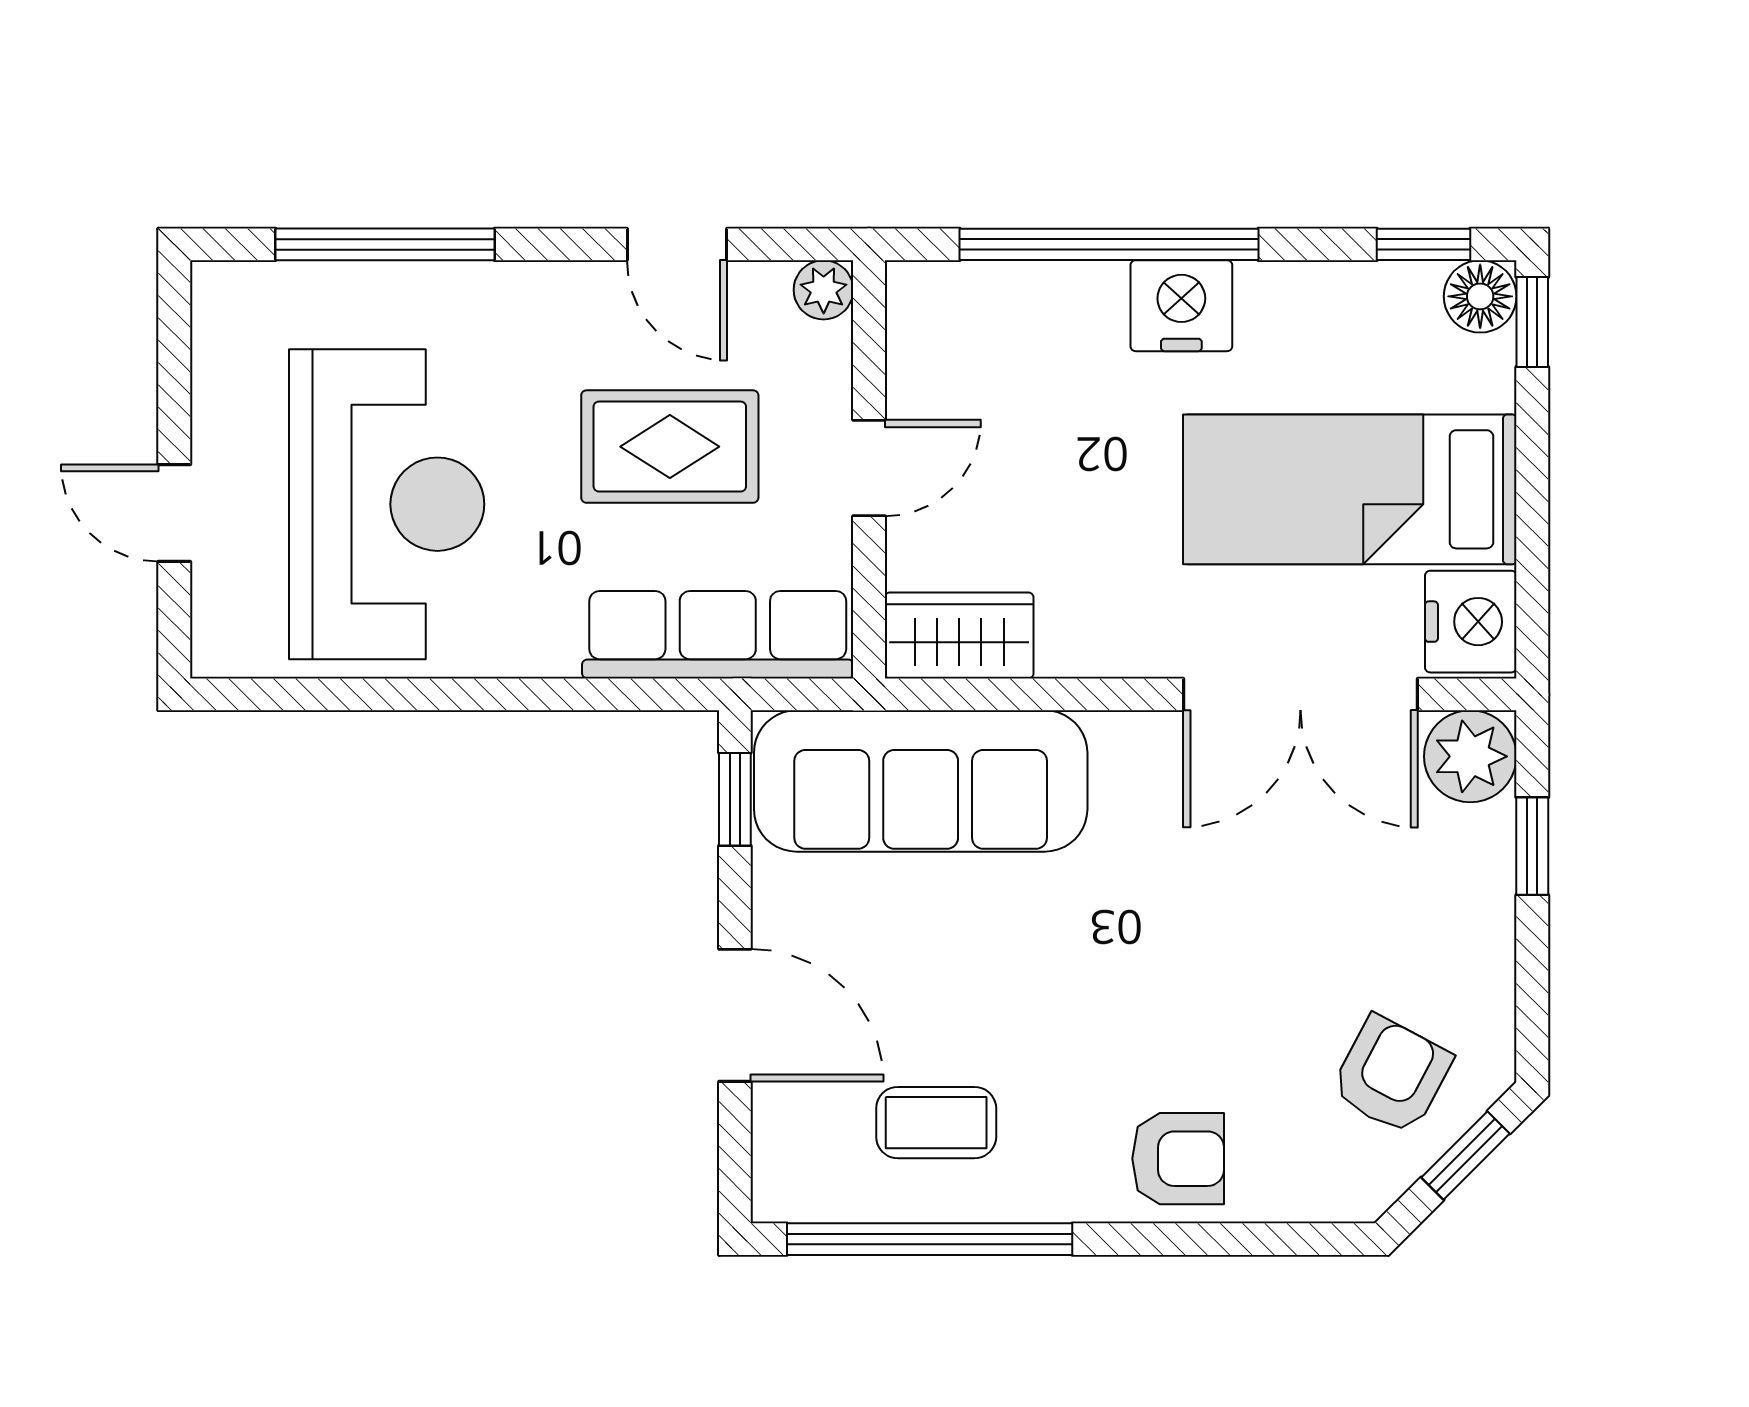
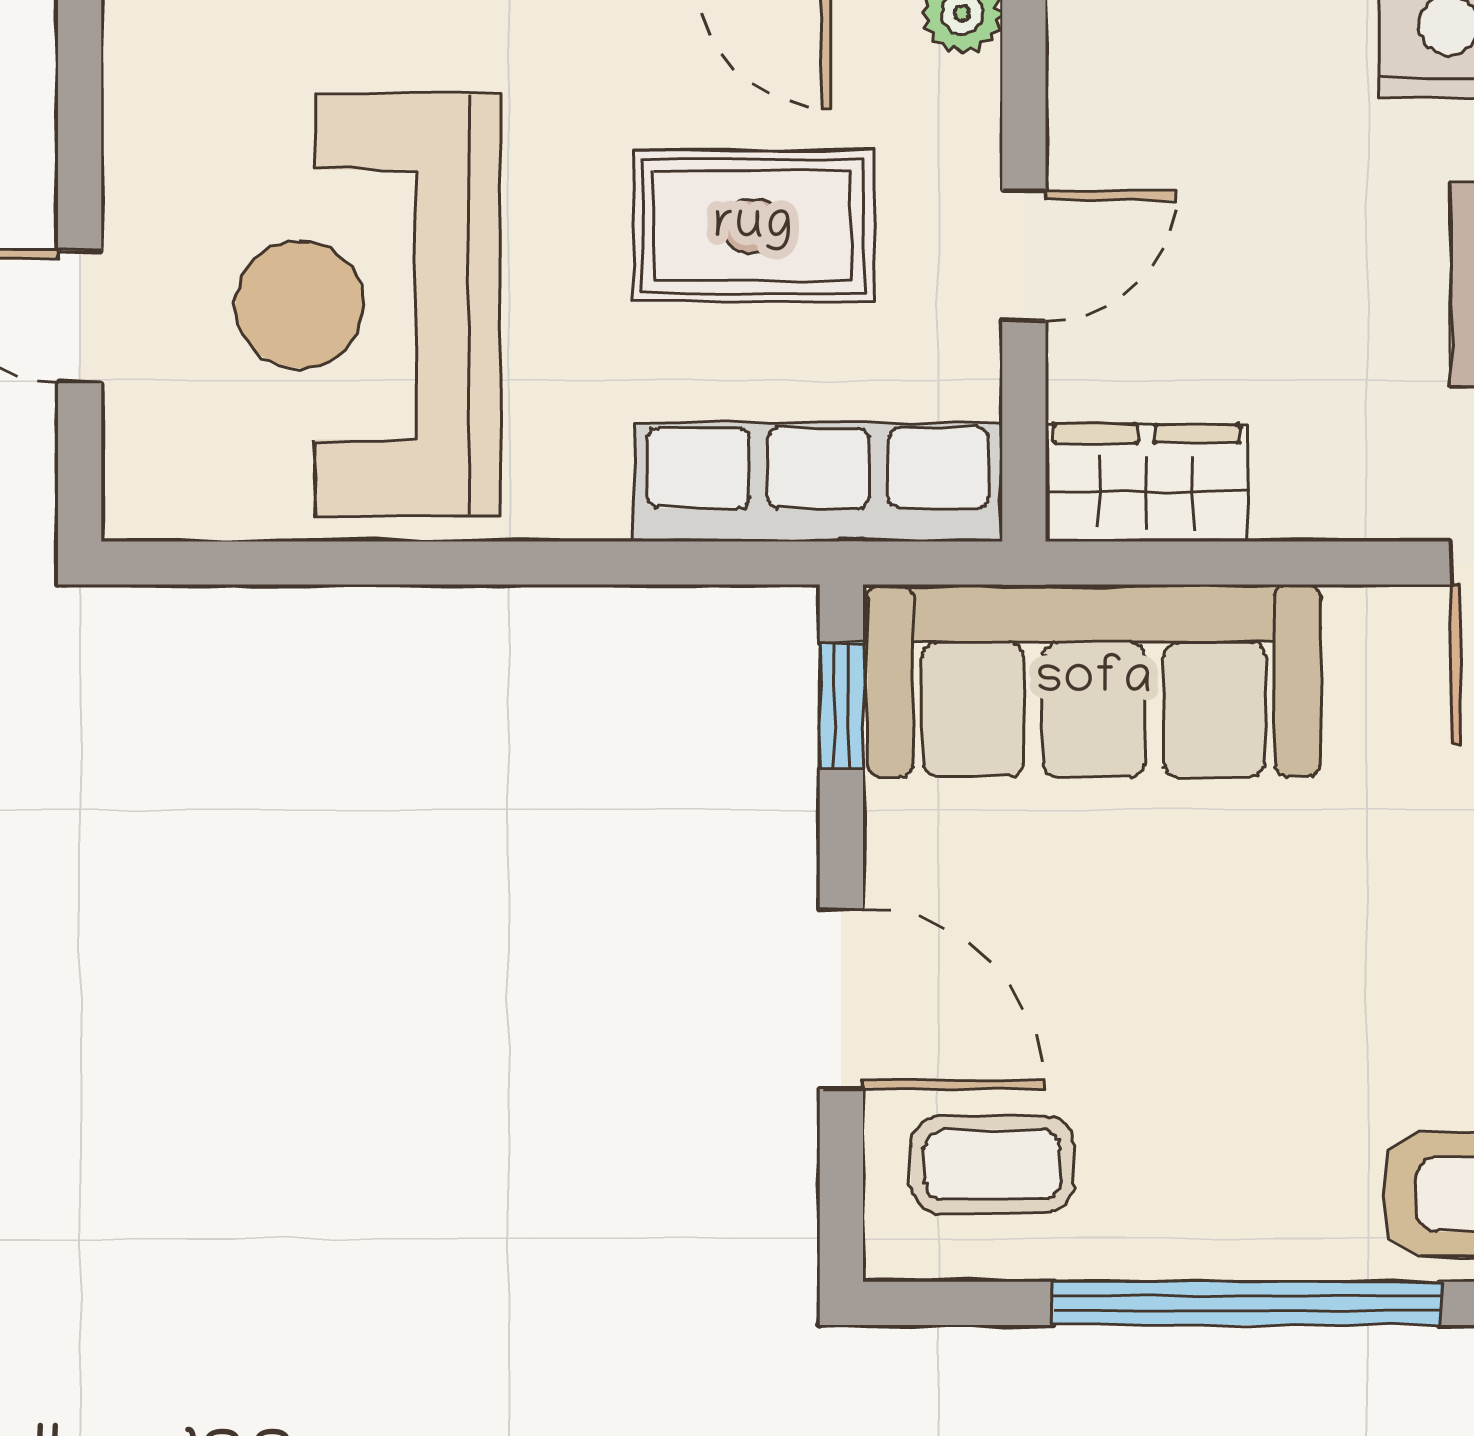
reception desk: (387, 504) -> (368, 305), turned 180
coffee table: (936, 1123) -> (993, 1165), moved
window: (930, 1239) -> (1247, 1303), moved

